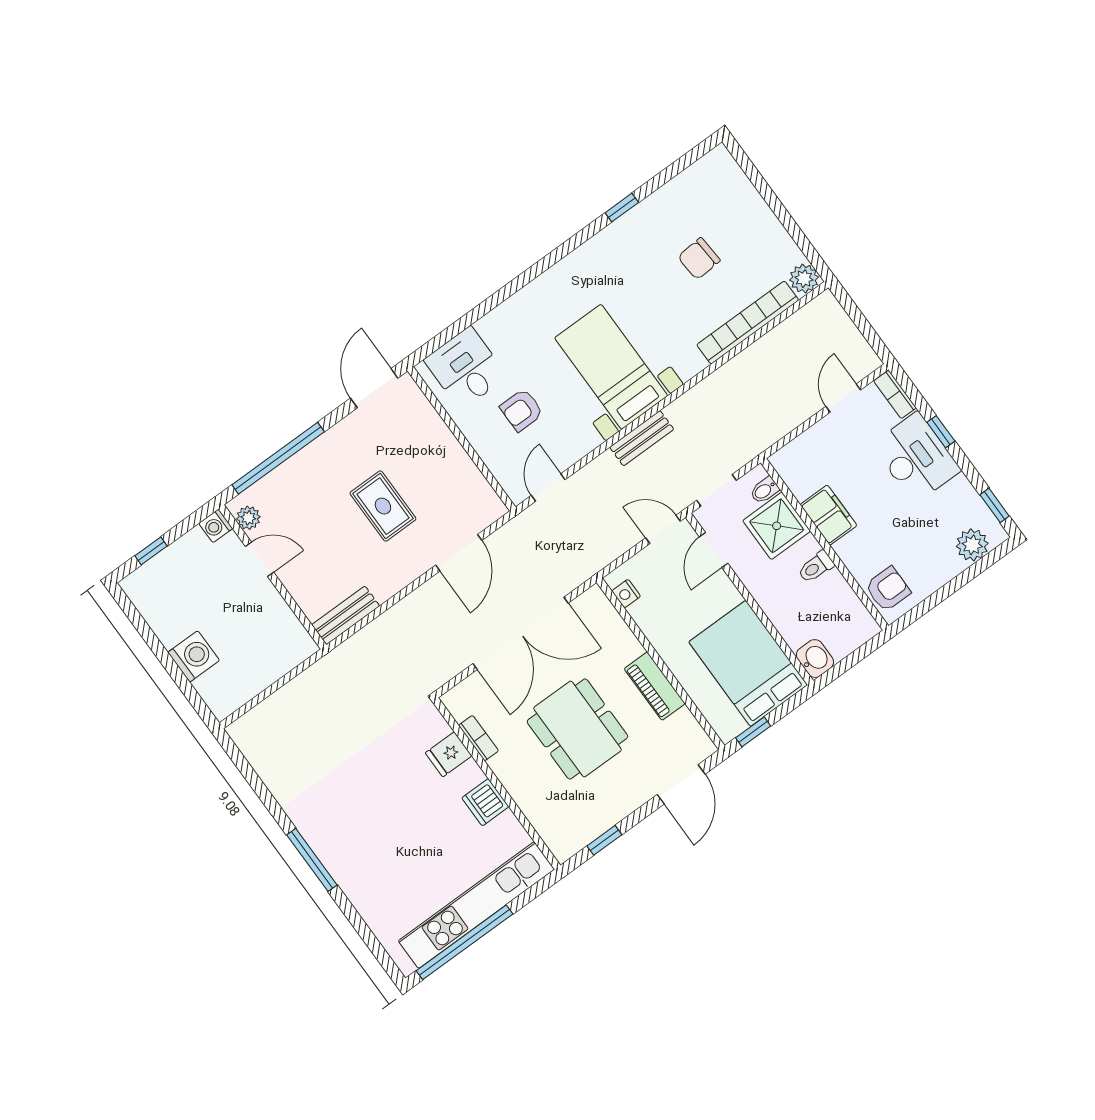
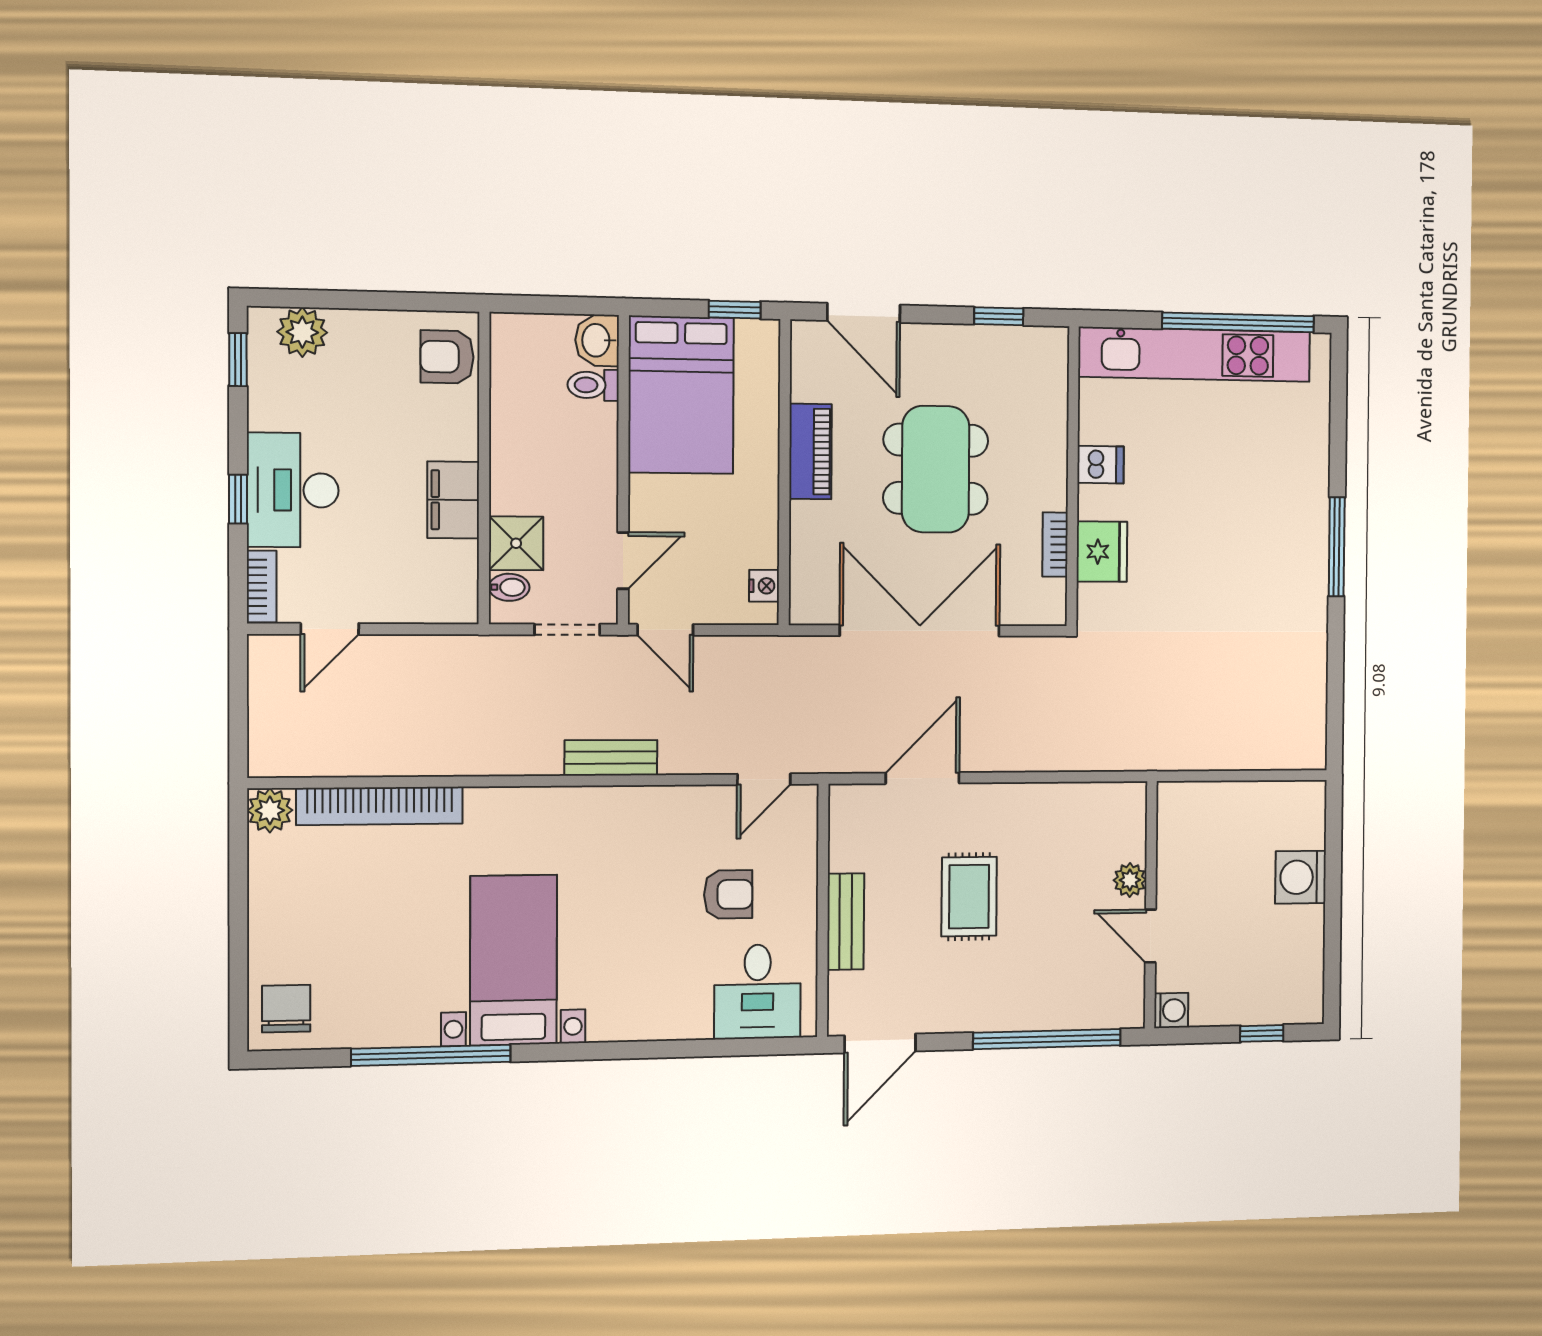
window: (622, 208) -> (431, 1055), width x3.17
chair: (699, 259) -> (286, 1009), moved, turned -86
bed with nightstands: (611, 367) -> (514, 960), moved, turned 180
plant: (248, 518) -> (1130, 880), moved
shower: (777, 526) -> (516, 543), width x0.73, depth x0.73
toilet: (816, 567) -> (593, 385), moved, turned 180
bench: (346, 615) -> (846, 922), moved, turned 90
fridge: (449, 754) -> (1102, 552), width x1.38
door: (681, 784) -> (864, 313), swing flipped
dishwasher: (485, 802) -> (1101, 465), width x0.73

